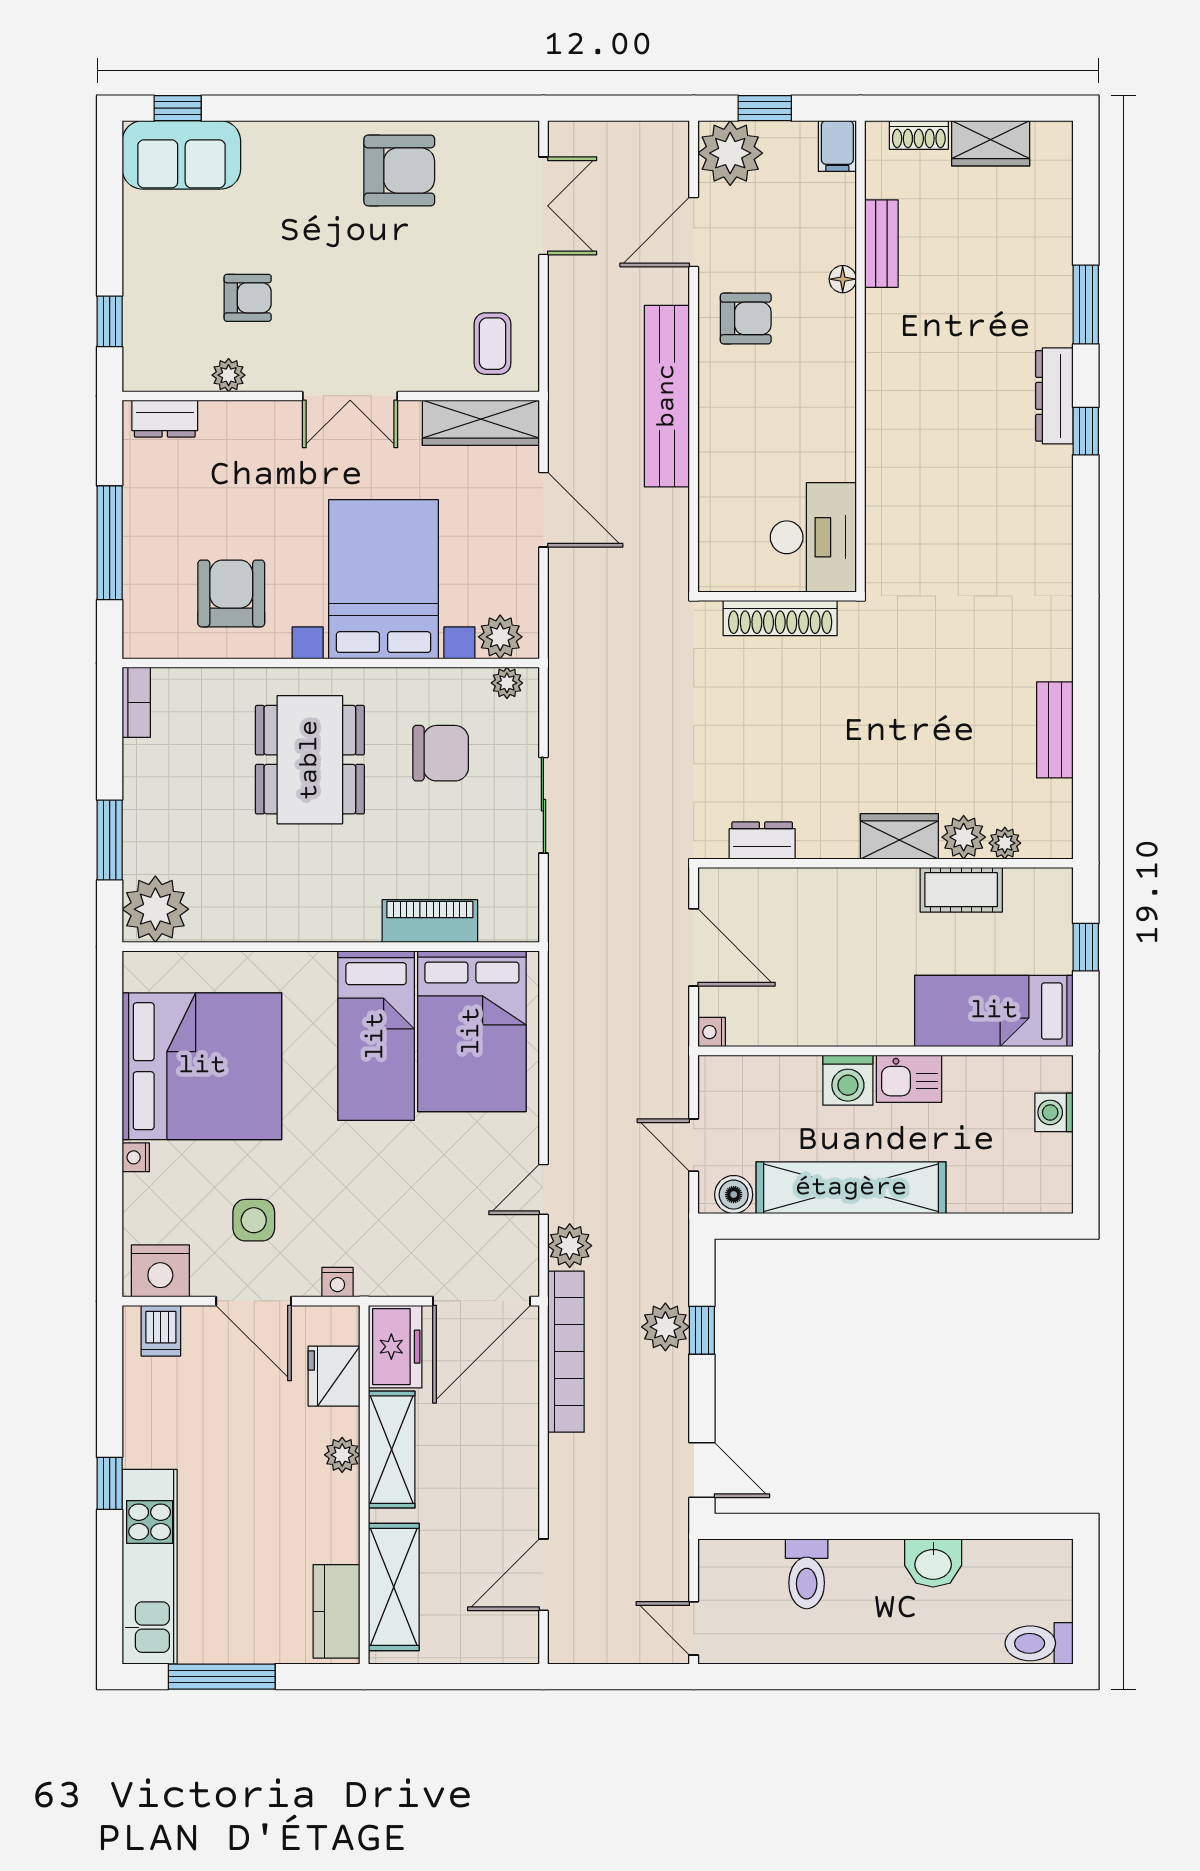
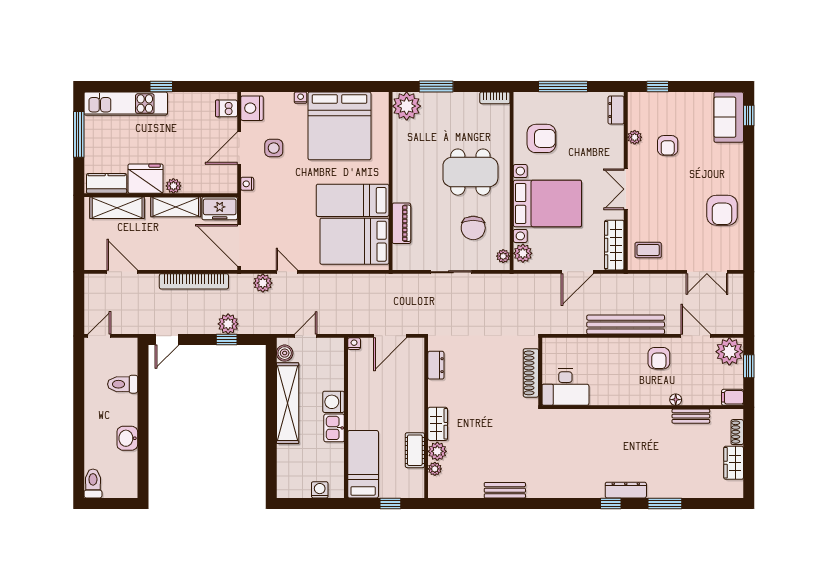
bench: (1055, 730) -> (505, 490), moved
bookcase: (566, 1352) -> (194, 281), moved
fridge: (334, 1376) -> (145, 179), moved, width x1.36, depth x1.34

